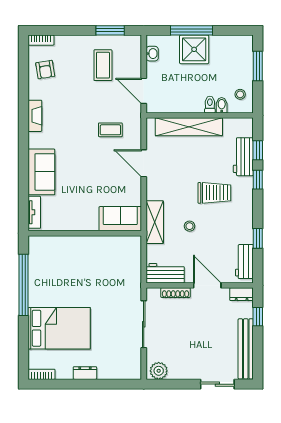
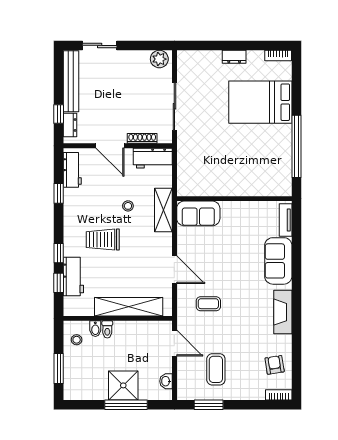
fireplace: (35, 116) -> (283, 312), width x1.37, depth x1.32
dresser: (242, 294) -> (70, 125), moved, turned 90

